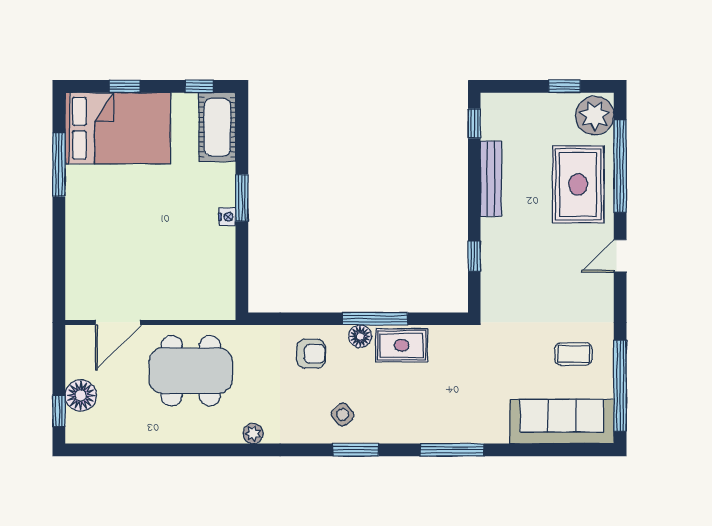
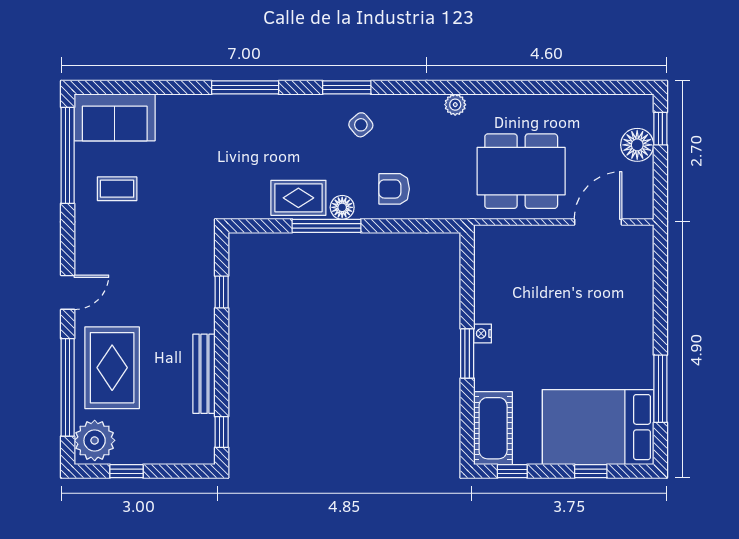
sofa: (562, 421) -> (115, 117), width x0.73

